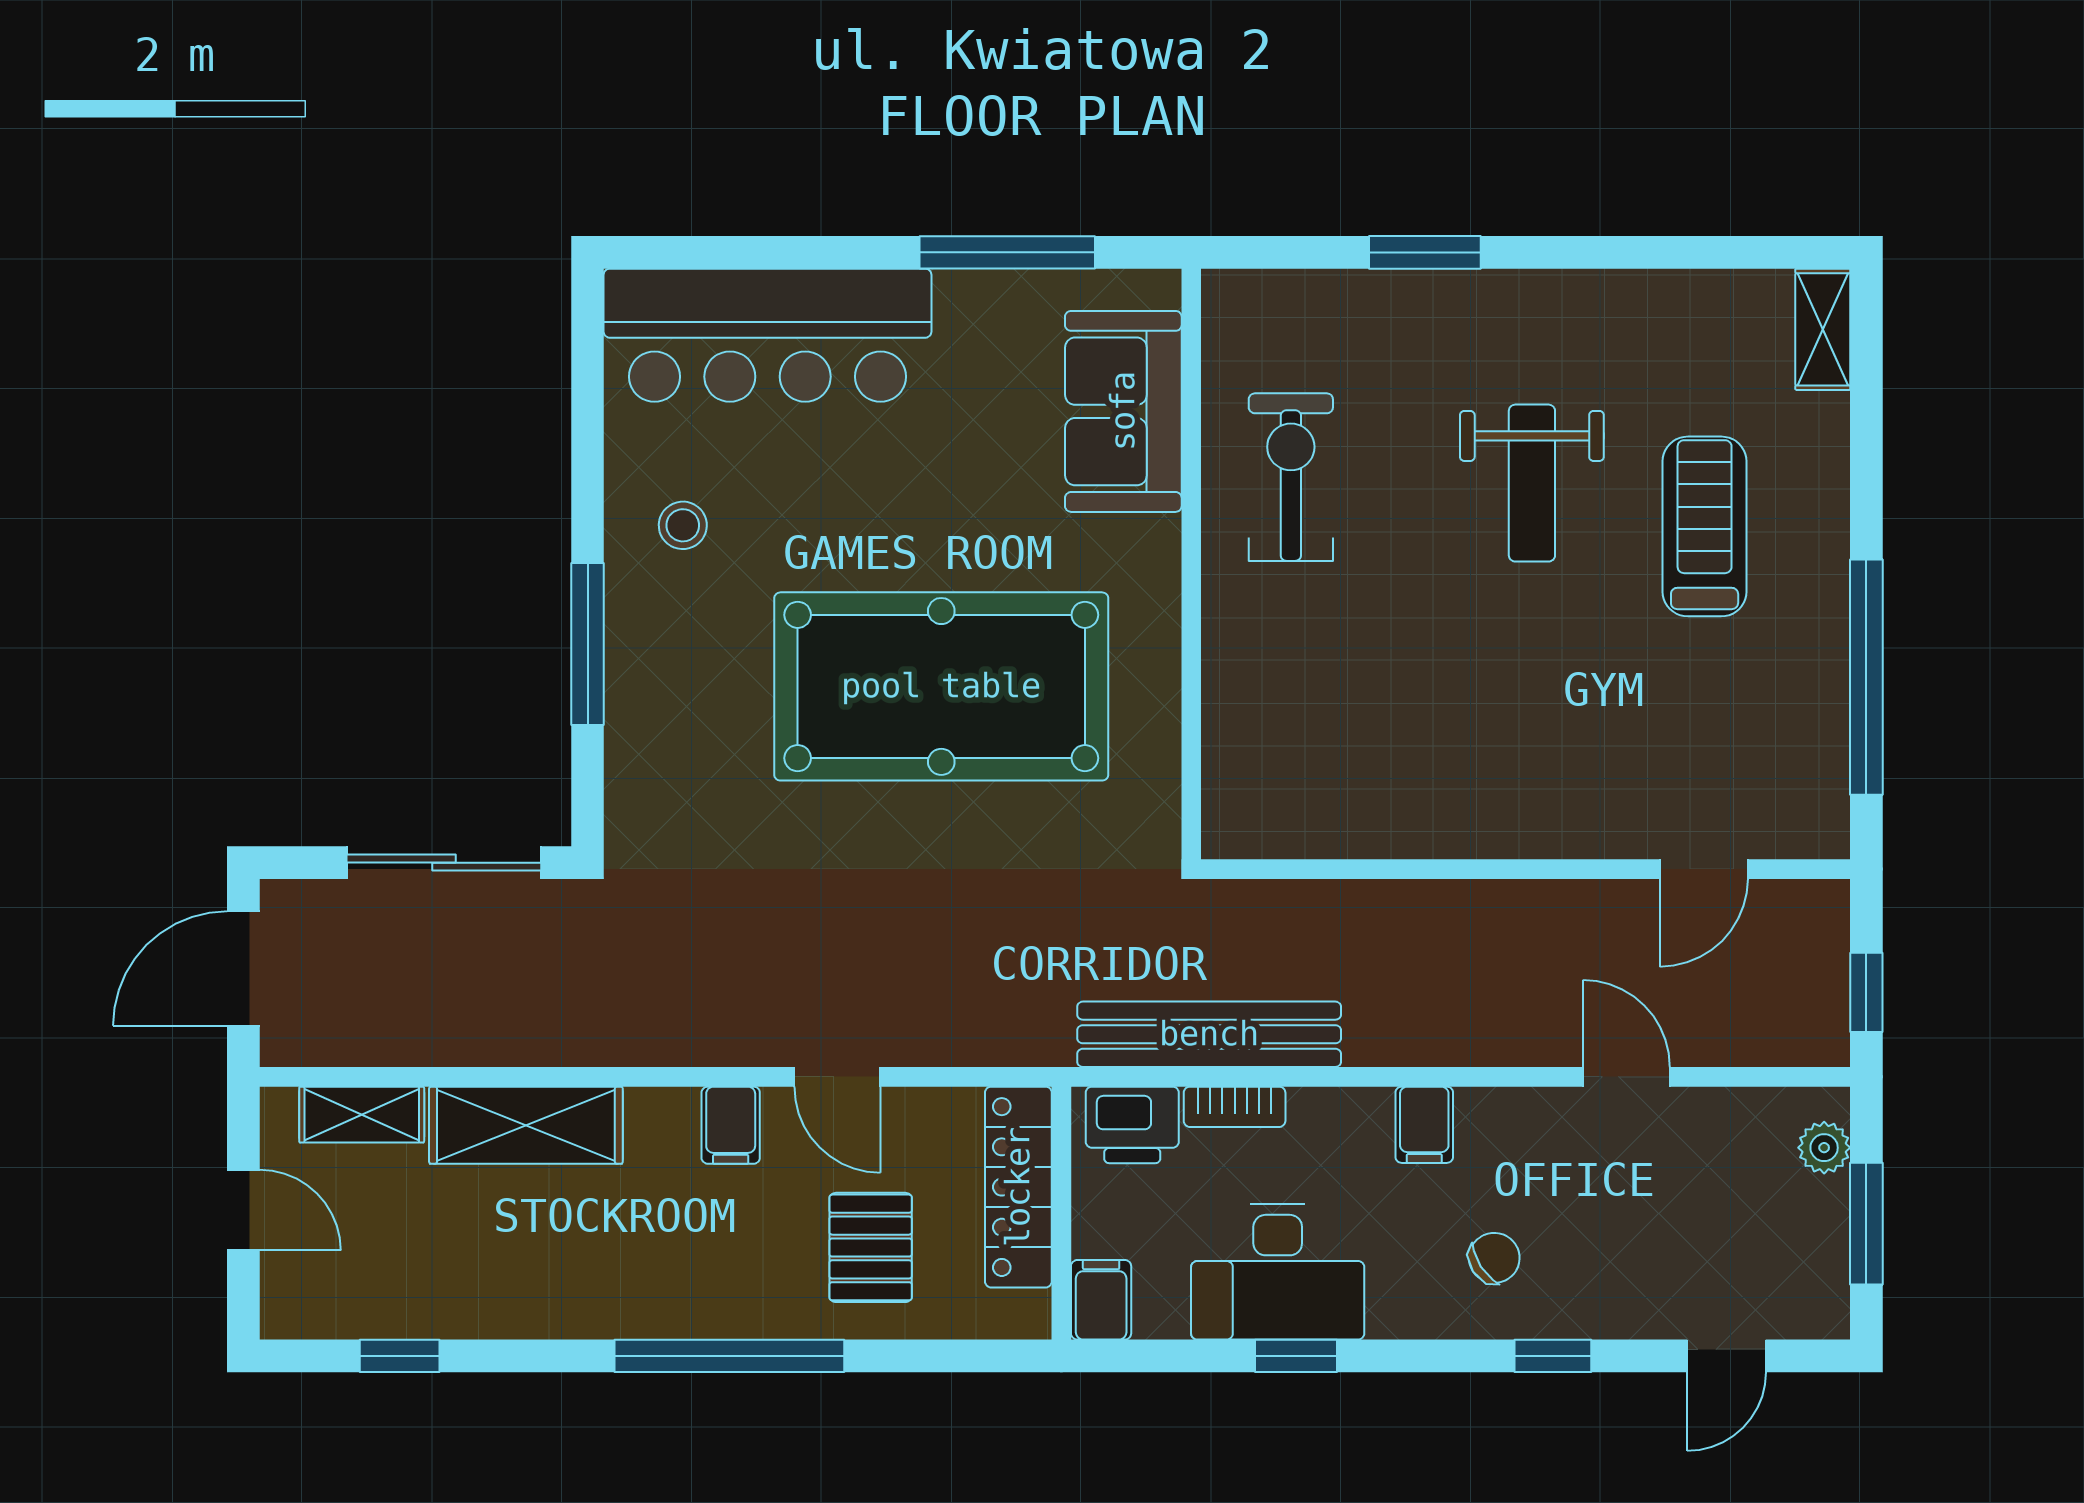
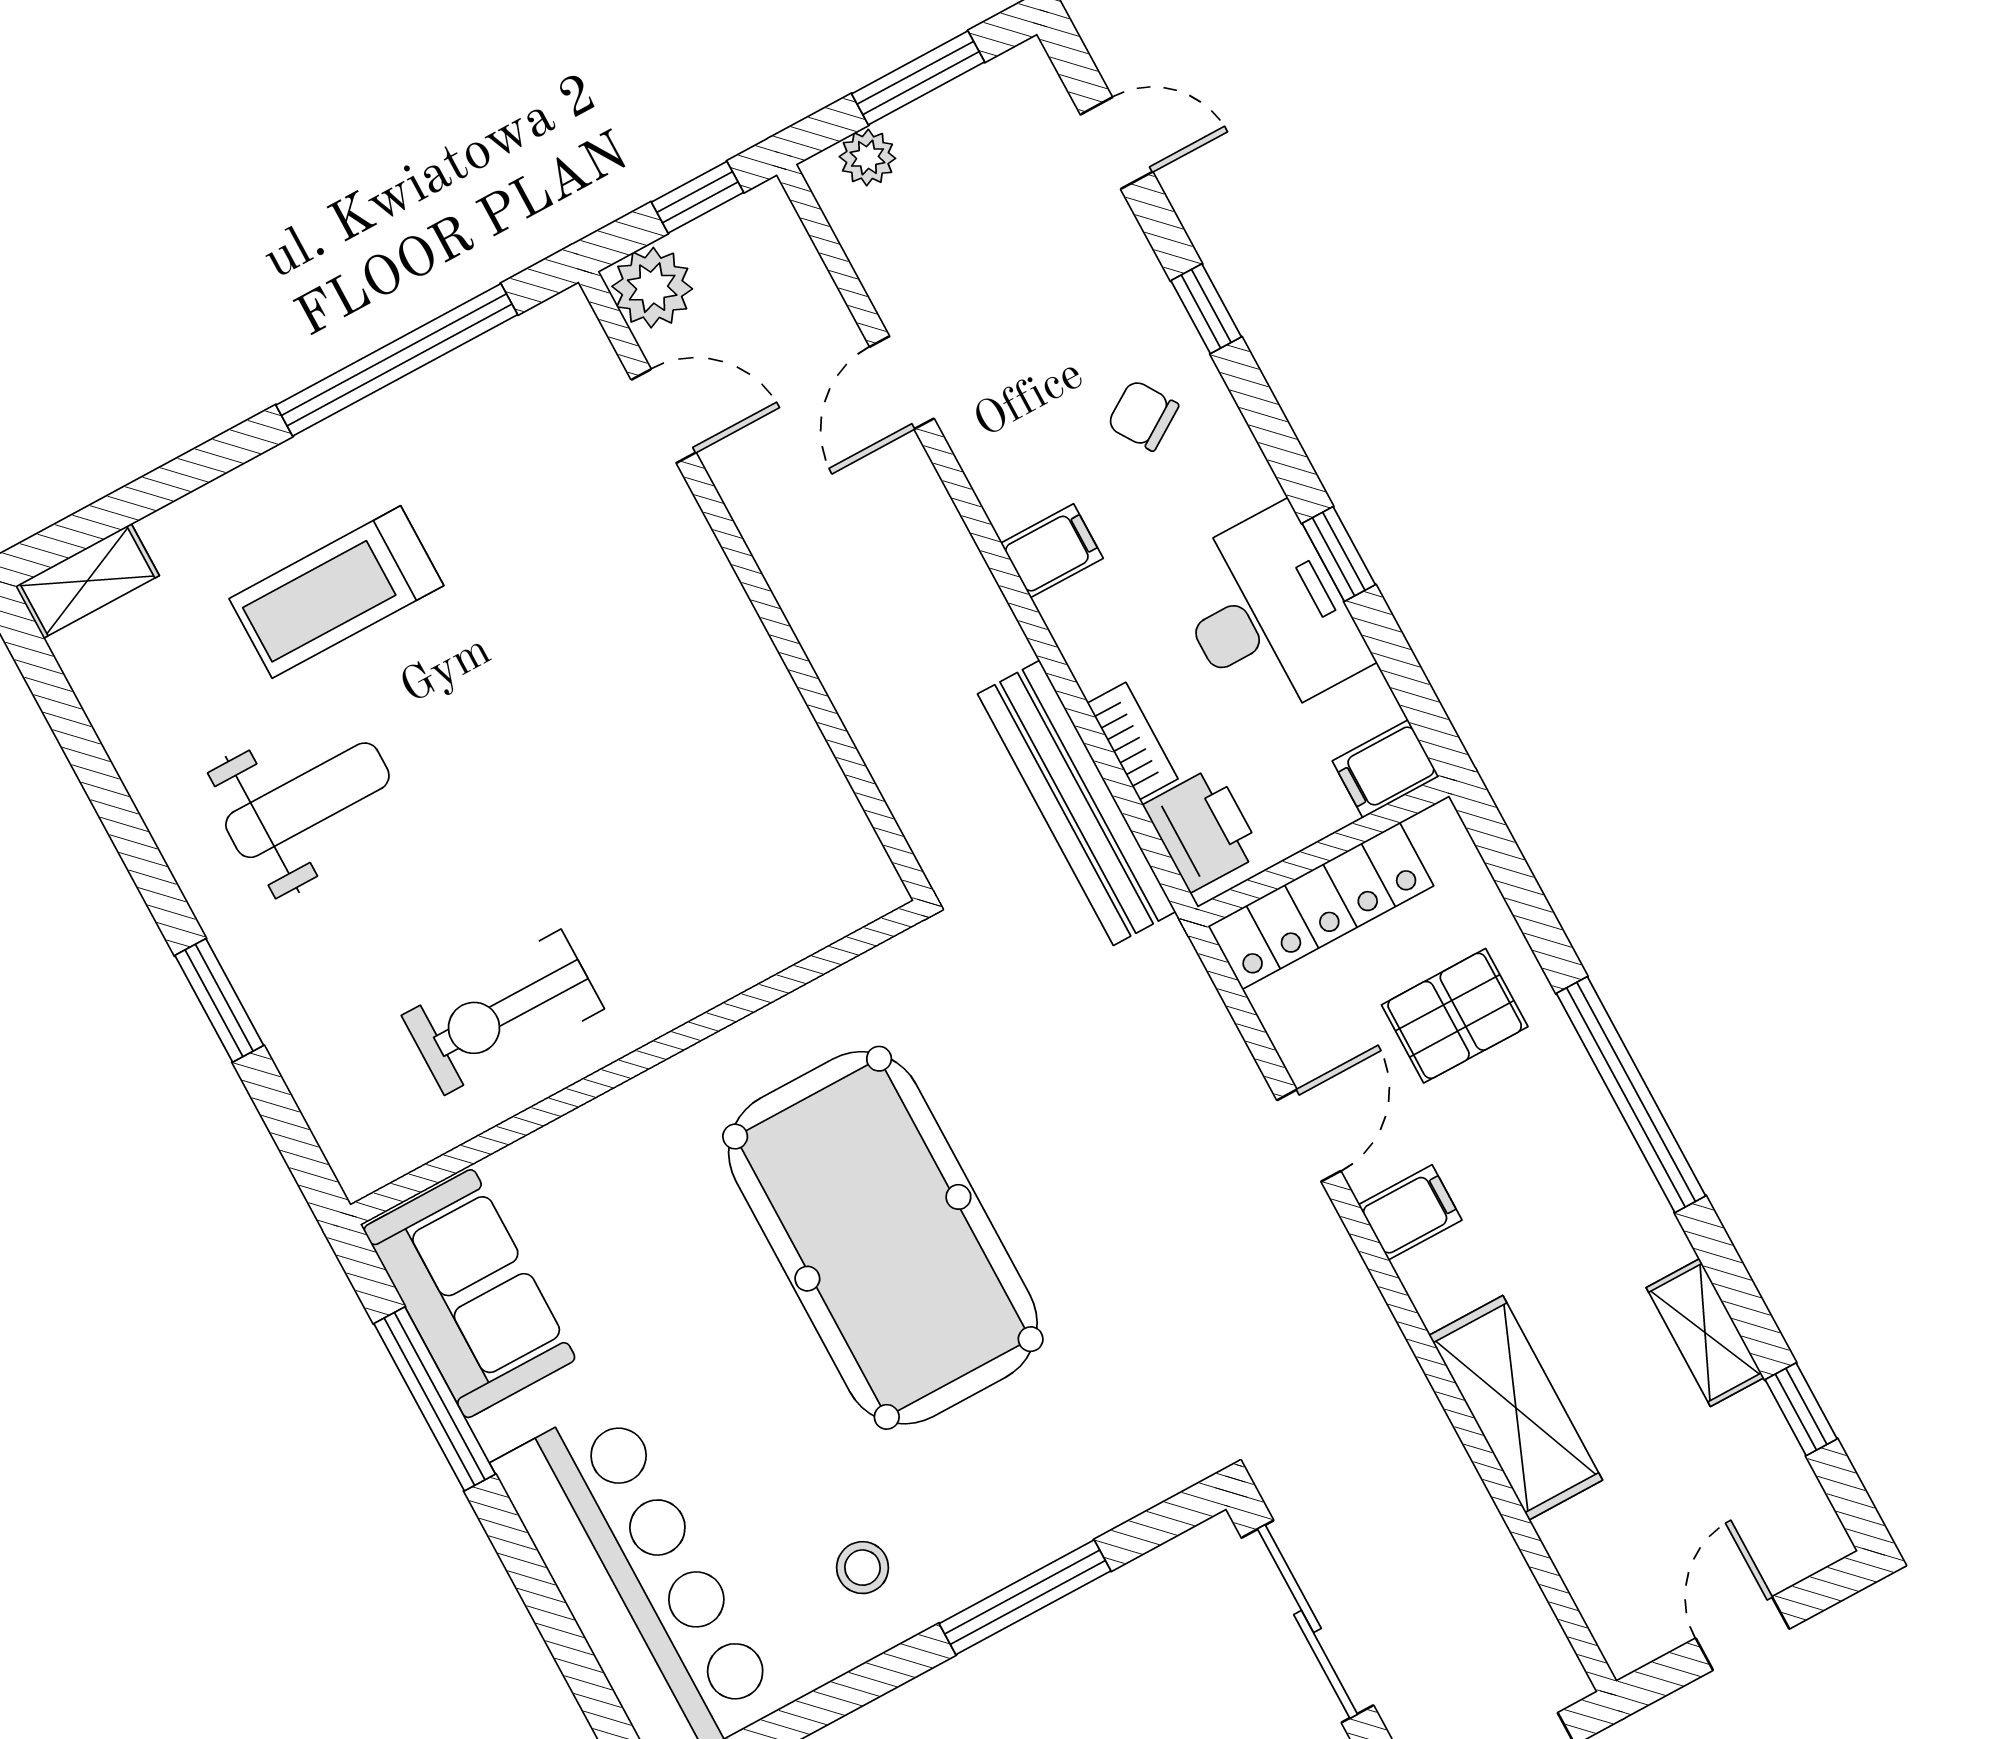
sofa: (1123, 411) -> (469, 1294), moved, turned -90
weight bench: (1532, 483) -> (307, 800), moved
plant: (1813, 916) -> (652, 288), added
shelving: (362, 1115) -> (1705, 1333), moved

